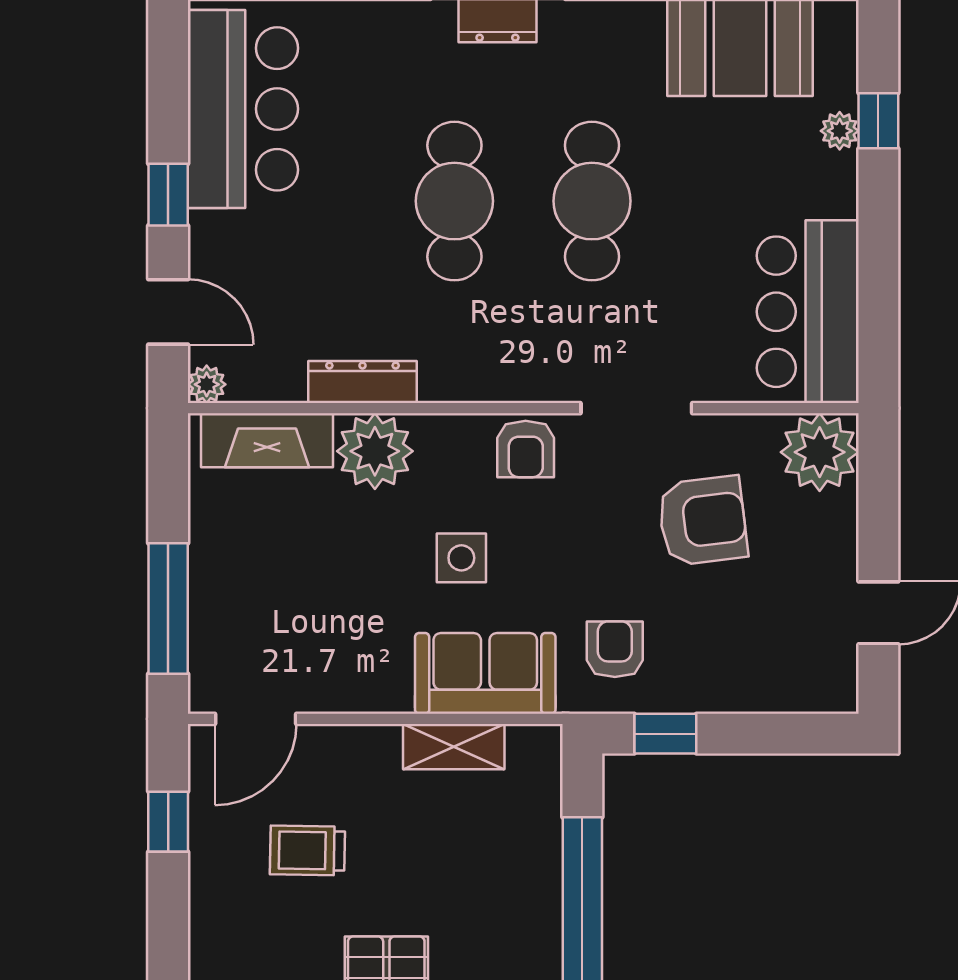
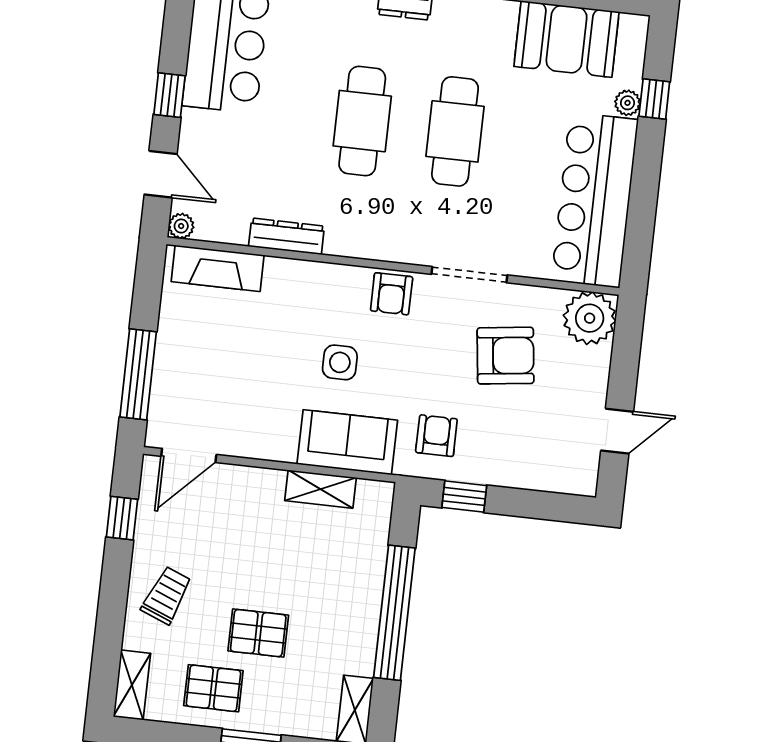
bar counter: (808, 312) -> (595, 200), width x1.36
plant: (375, 451) -> (290, 284), removed
trolley: (307, 850) -> (166, 595), moved, turned 111

